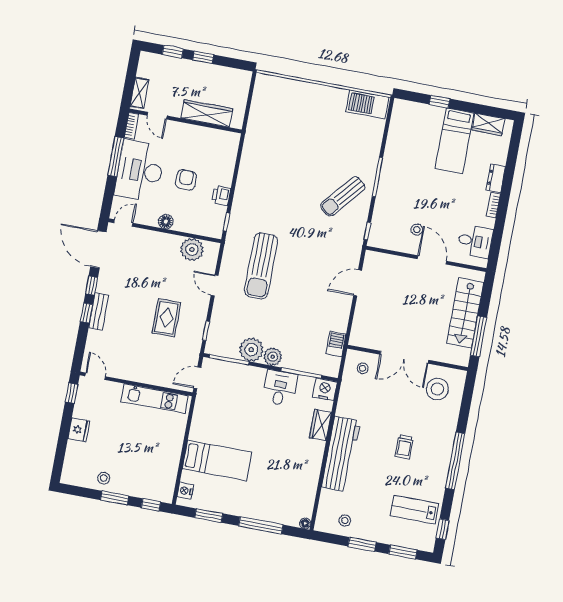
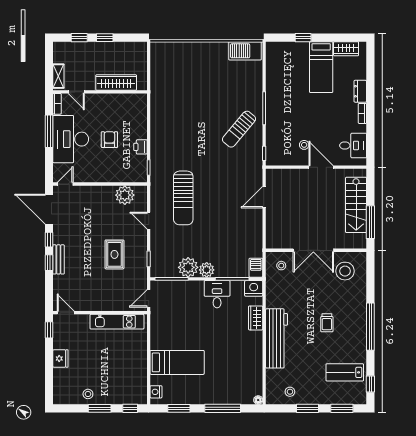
floor lamp: (166, 222) -> (99, 177), removed
barbecue: (336, 344) -> (256, 268), moved

